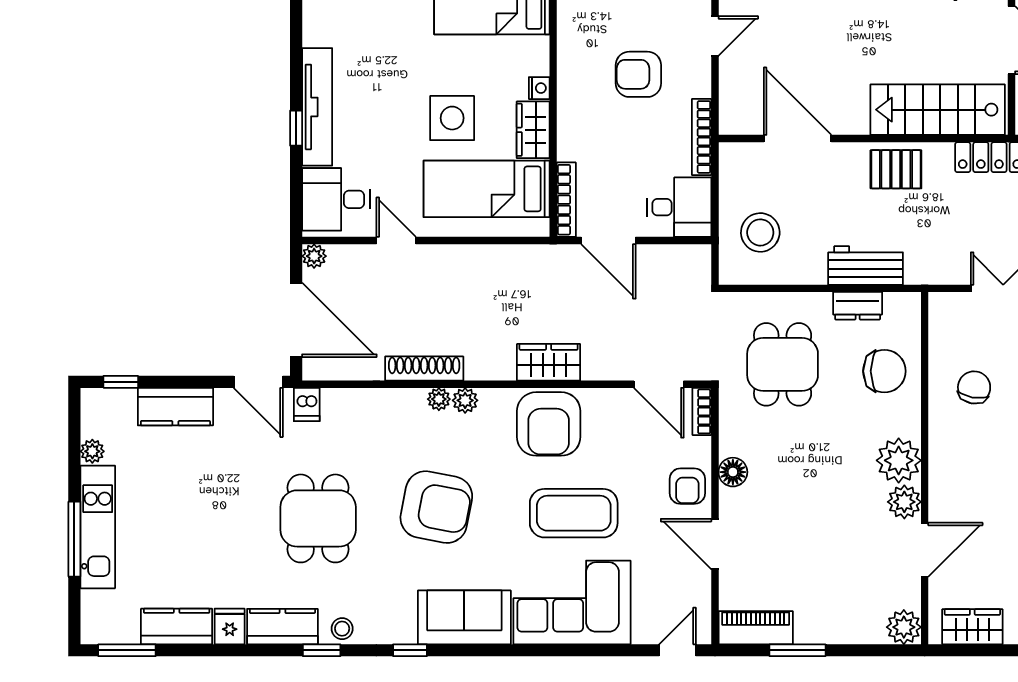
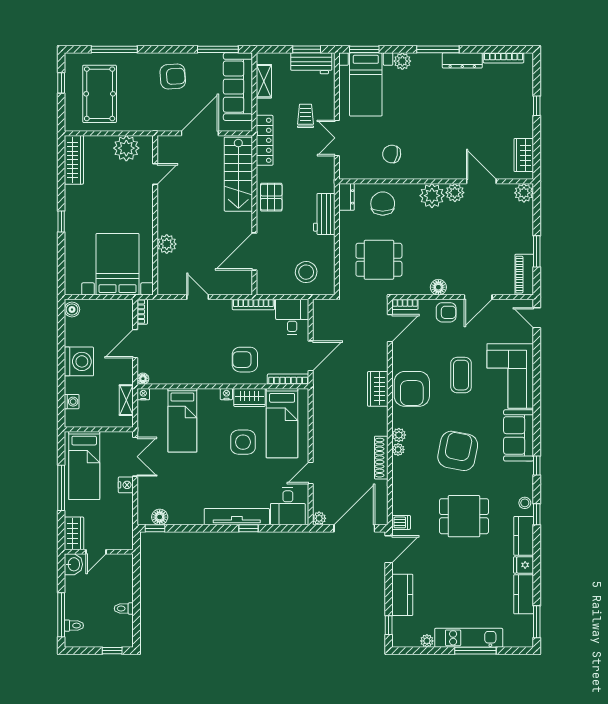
armchair: (638, 74) -> (245, 360), moved, turned 90
dresser: (858, 306) -> (347, 197), moved
armchair: (549, 424) -> (412, 389), turned 90
coffee table: (574, 513) -> (461, 375), width x0.73, depth x0.76

